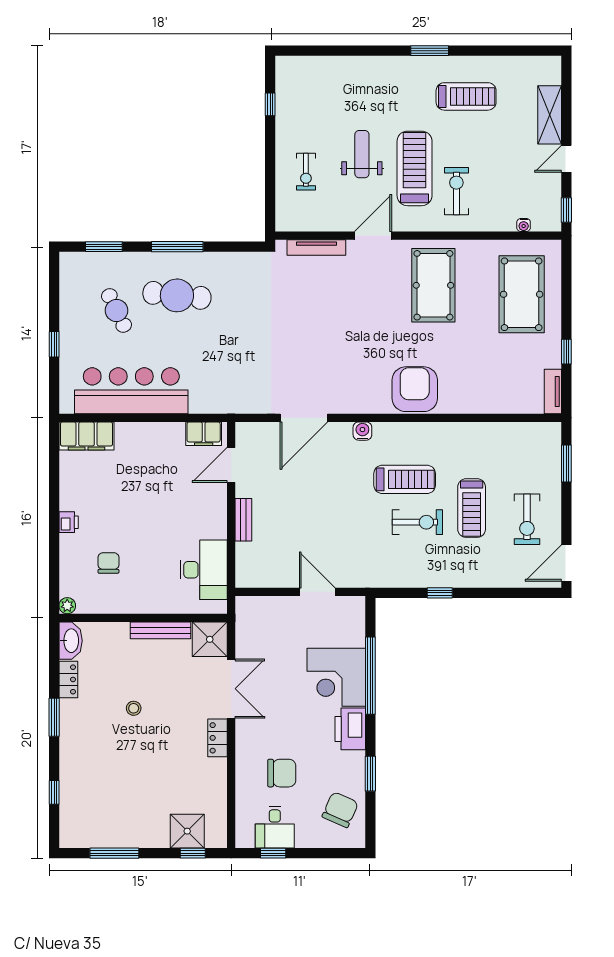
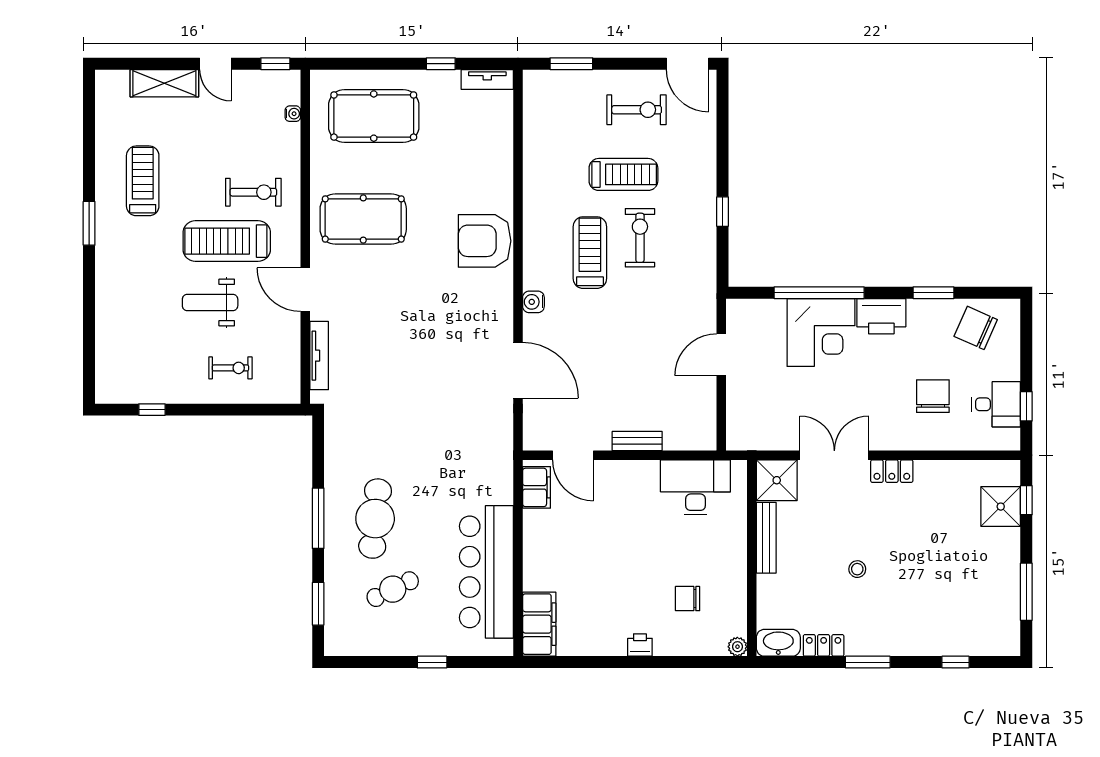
exercise bike: (456, 191) -> (253, 192), turned 180

